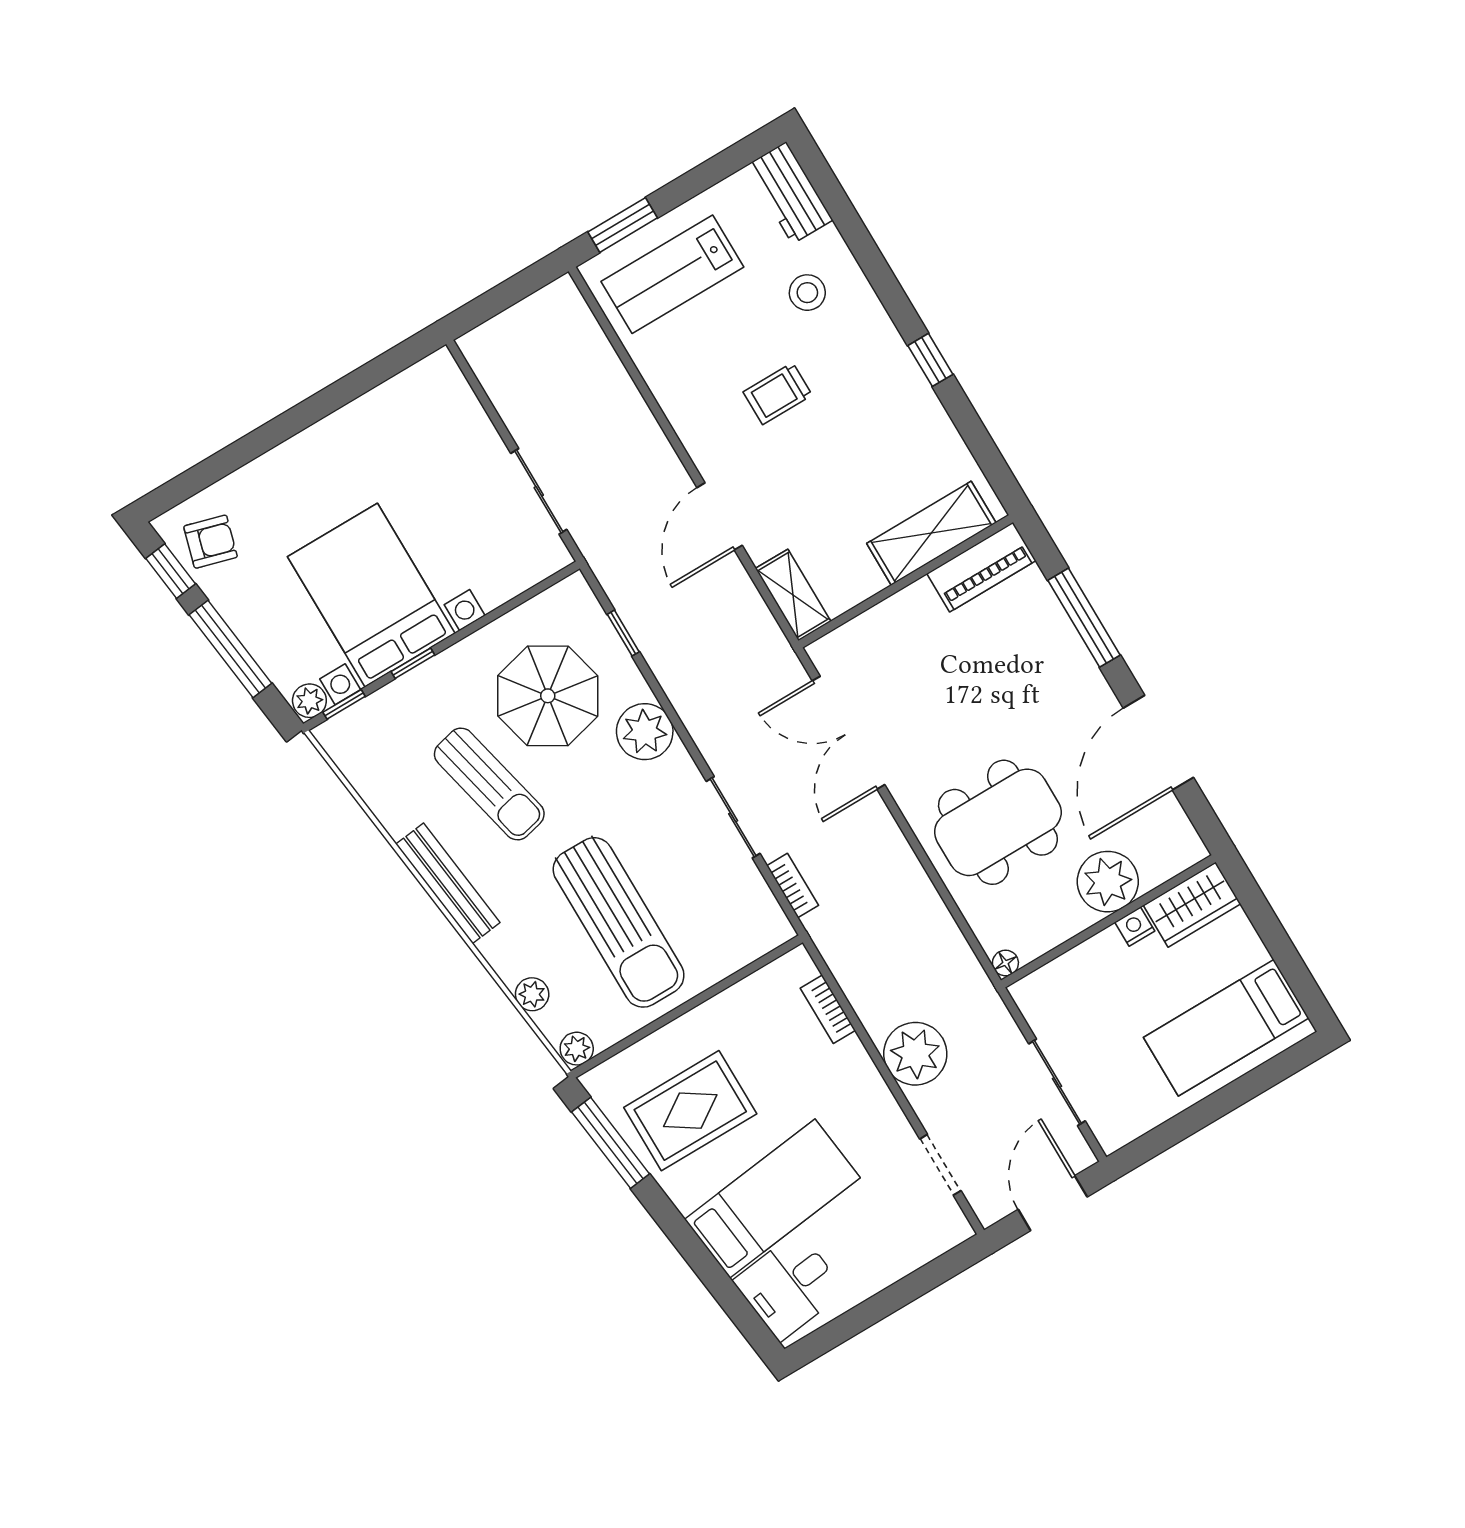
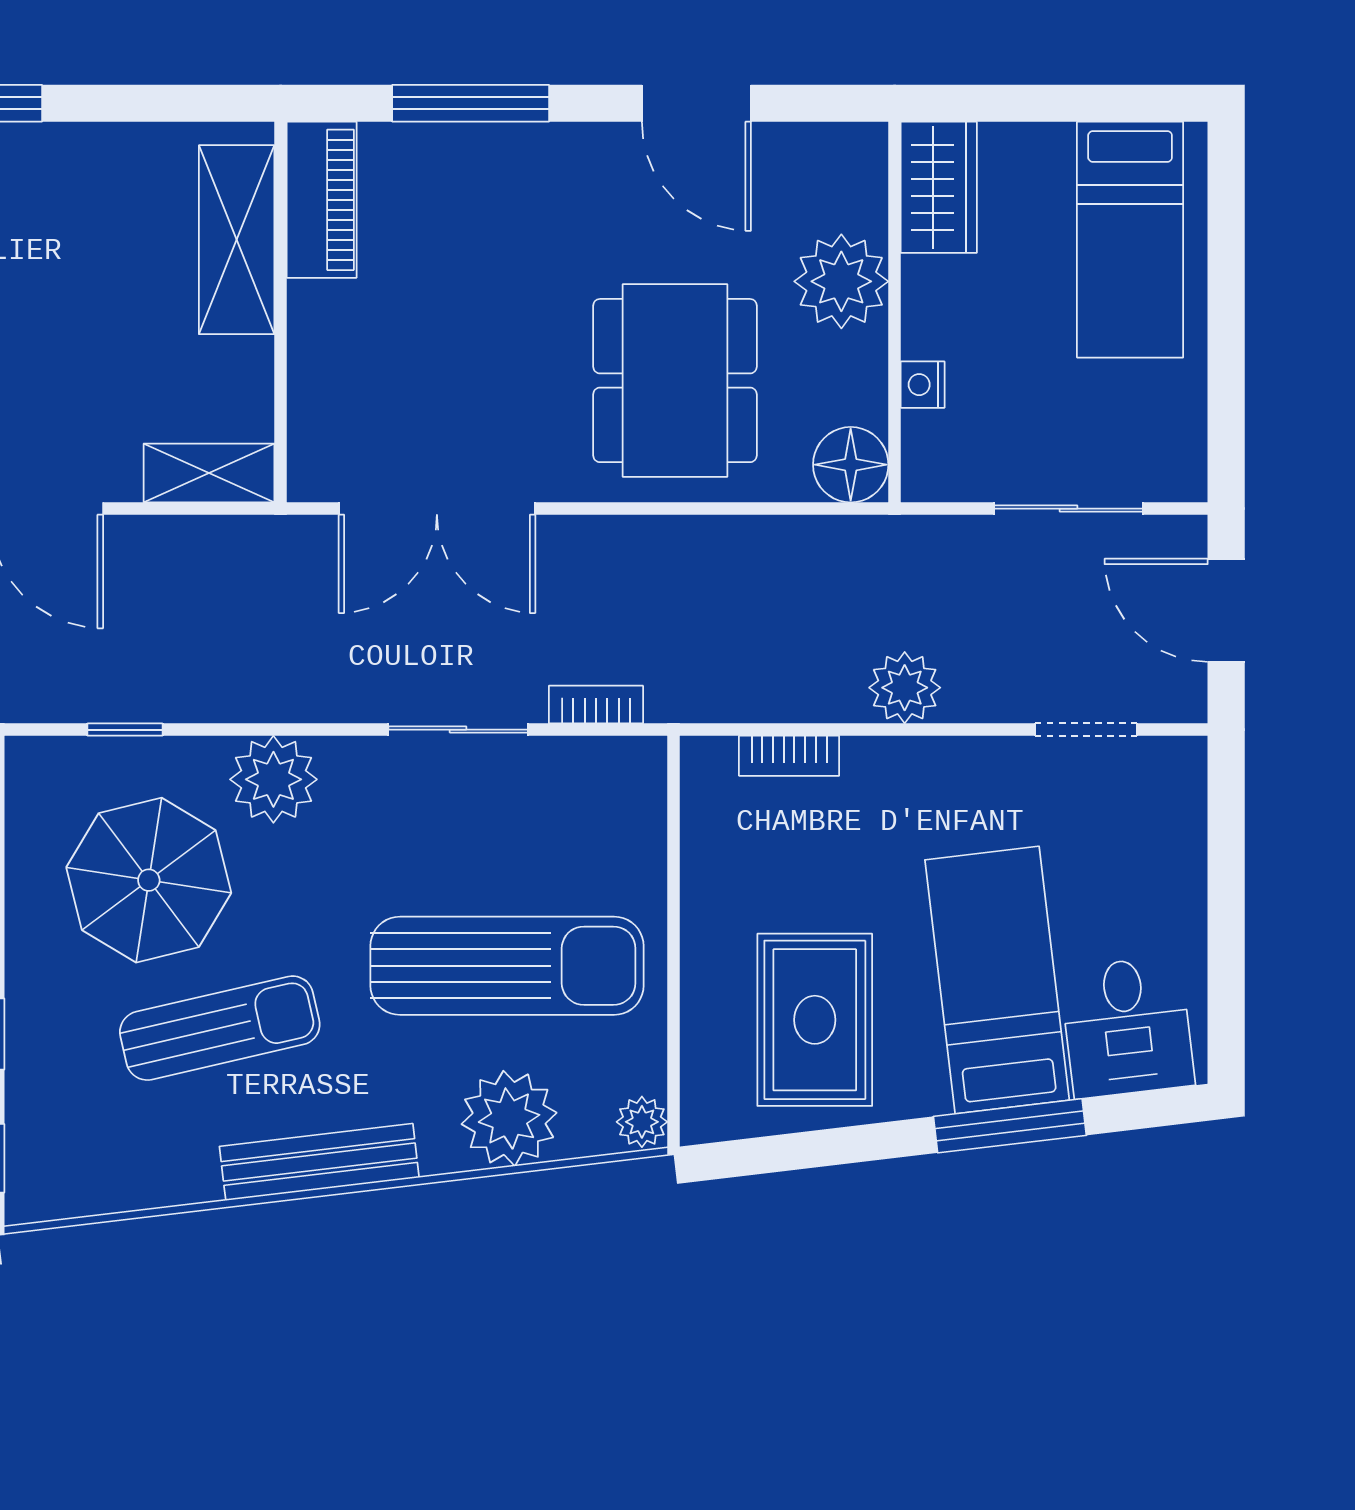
door: (1158, 743) -> (696, 103), width x0.73
nightstand: (1135, 927) -> (923, 385), moved
floor lamp: (1005, 963) -> (851, 465), width x1.89, depth x1.89
plant: (532, 994) -> (509, 1118), width x1.88, depth x1.88
plant: (915, 1054) -> (905, 688), width x0.73, depth x0.73
window: (611, 1143) -> (1010, 1126), moved

